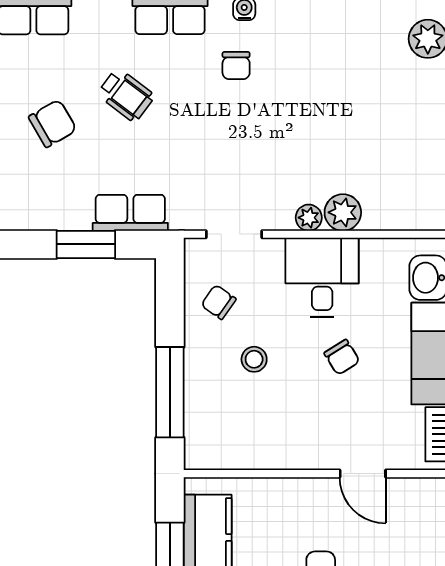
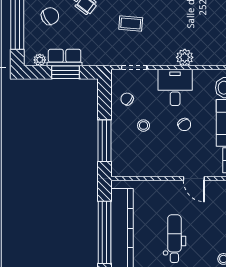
coffee table: (226, 139) -> (131, 24), added
row of seats: (130, 213) -> (65, 58), moved
plant: (309, 218) -> (40, 60), moved

